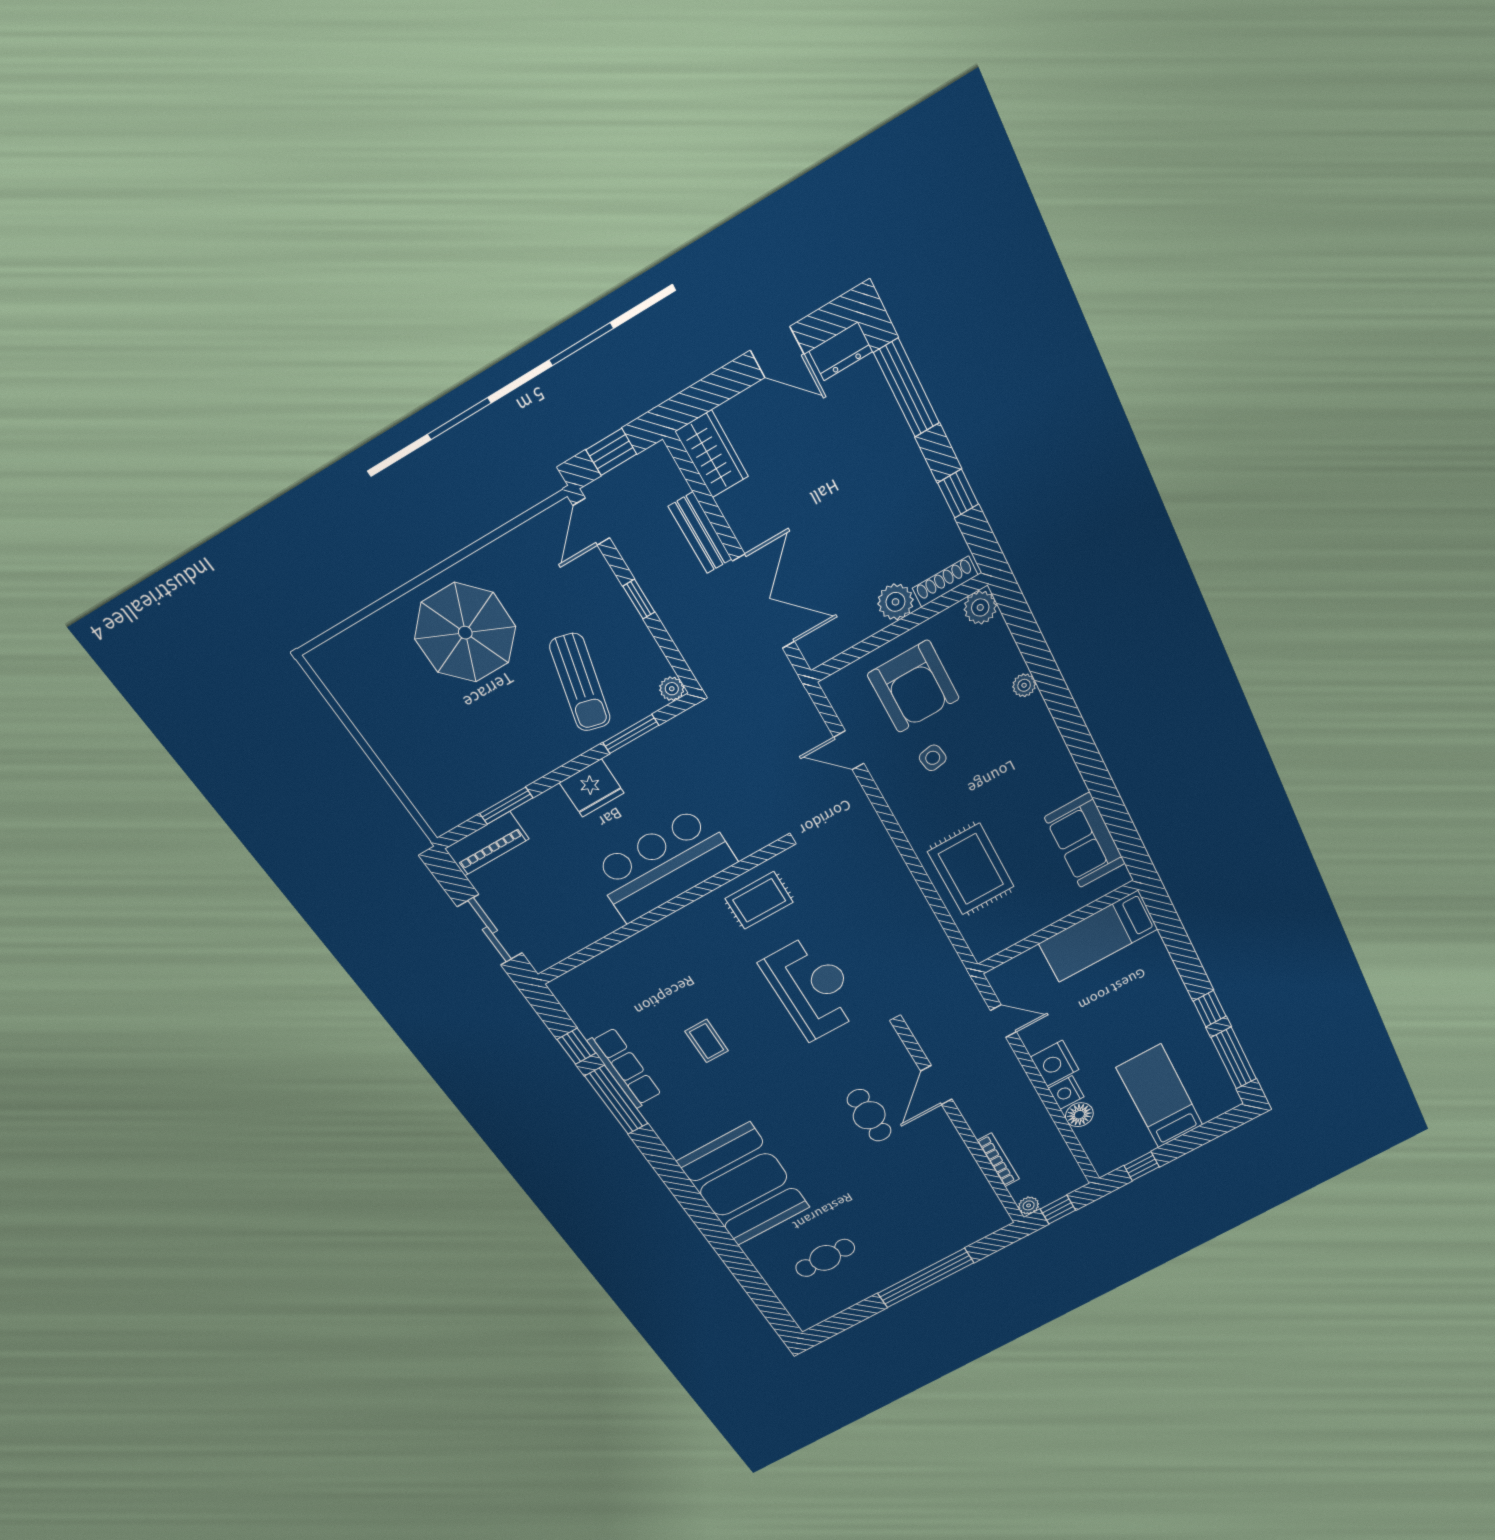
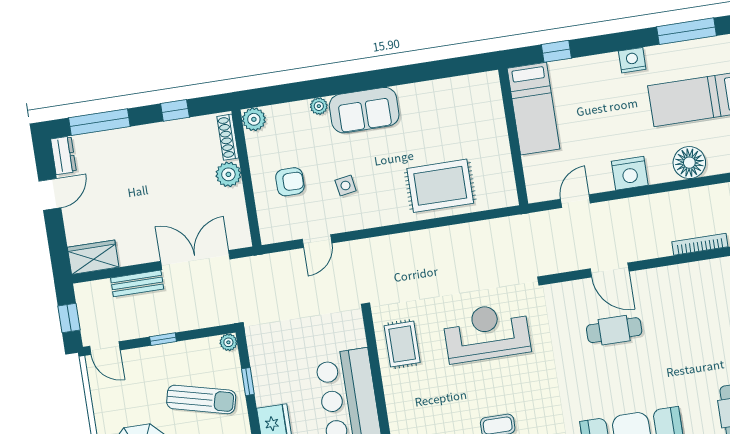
armchair: (913, 686) -> (290, 182), width x0.53, depth x0.53
window: (631, 734) -> (248, 382), width x0.67
sofa: (1085, 840) -> (364, 110), moved
window: (1210, 1009) -> (556, 51), moved
nightstand: (1066, 1092) -> (632, 60), moved, turned 180
floor lamp: (1079, 1115) -> (689, 163), width x1.38, depth x1.38

